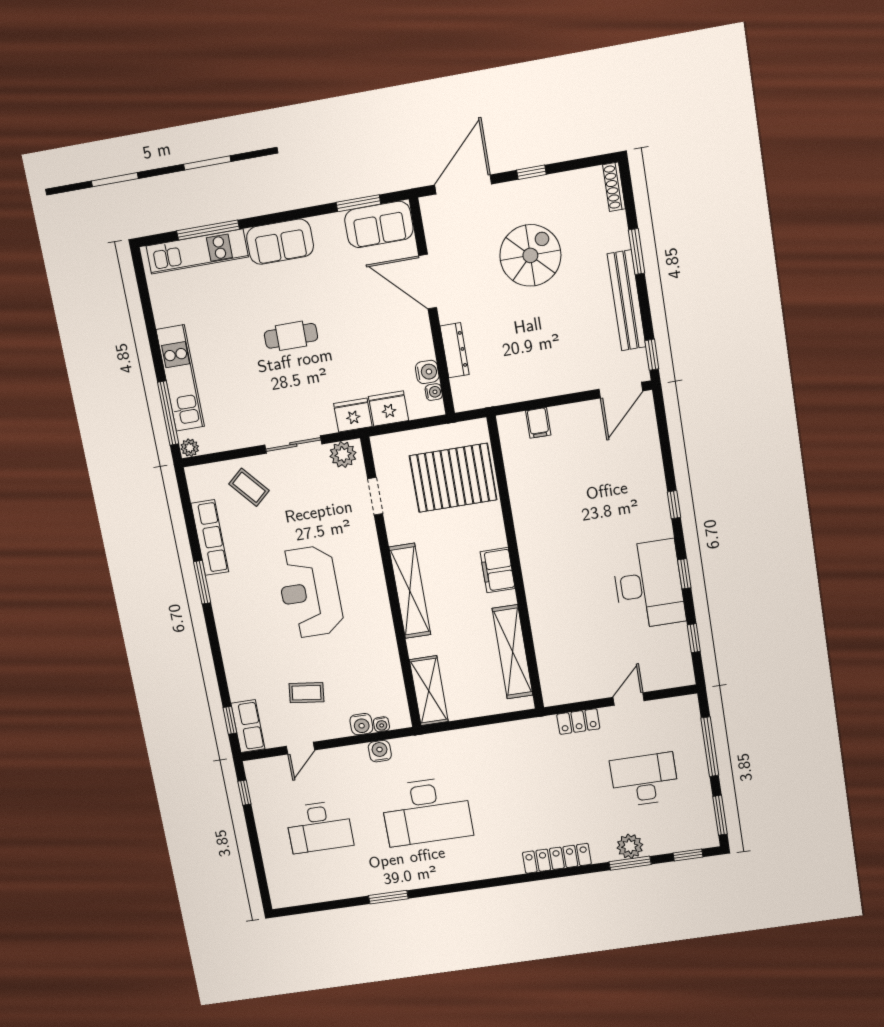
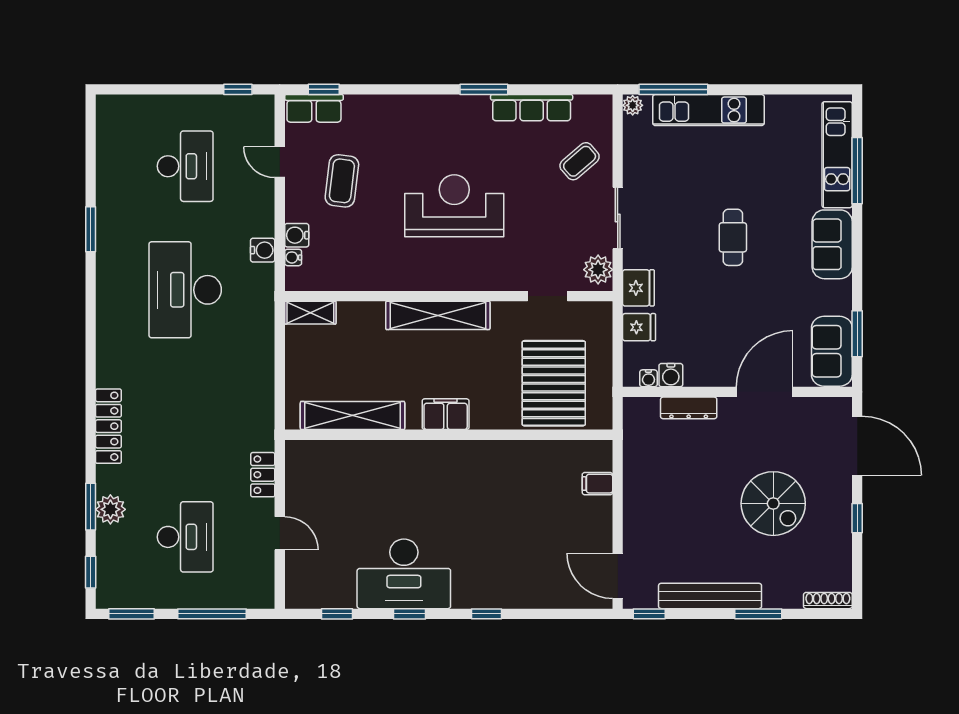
fridge: (389, 408) -> (639, 327), width x0.72
shelving: (429, 691) -> (310, 313), width x0.67, depth x0.75
coffee table: (306, 693) -> (342, 181), width x1.36, depth x1.30
desk: (319, 827) -> (185, 166), turned 180

